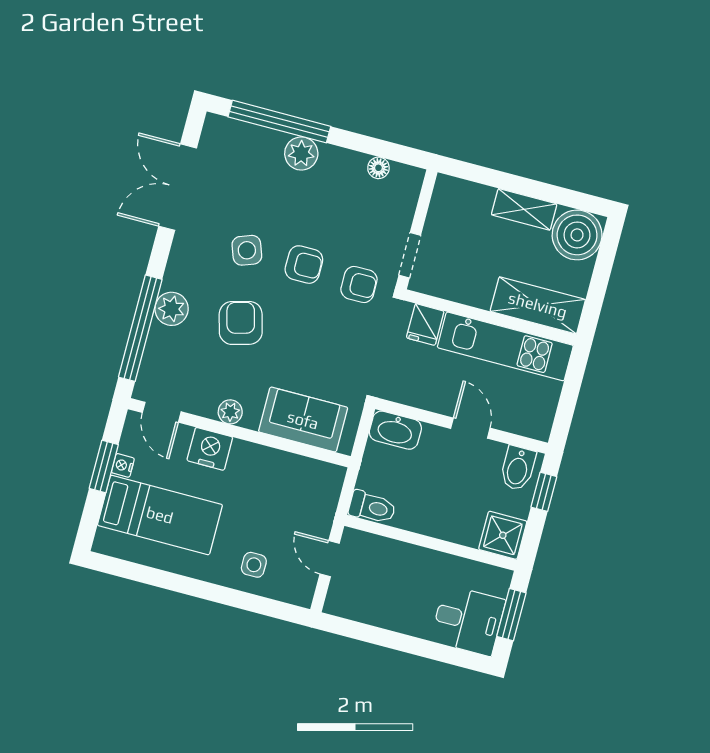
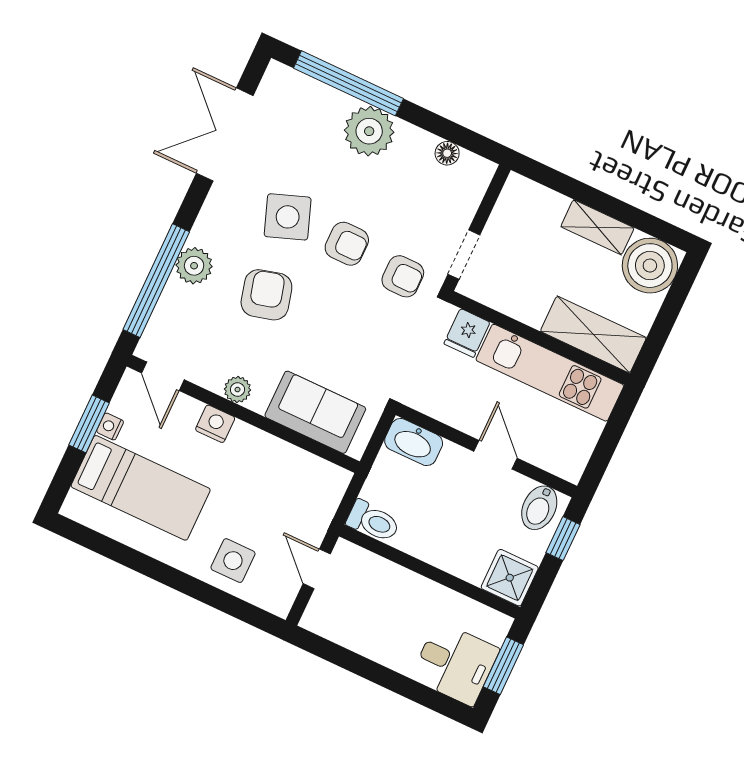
plant: (301, 153) -> (369, 131), width x1.36, depth x1.36
side table: (247, 250) -> (288, 217), width x1.37, depth x1.37
nightstand: (210, 449) -> (215, 424), width x0.74, depth x0.75
side table: (254, 565) -> (233, 561), width x1.37, depth x1.37

